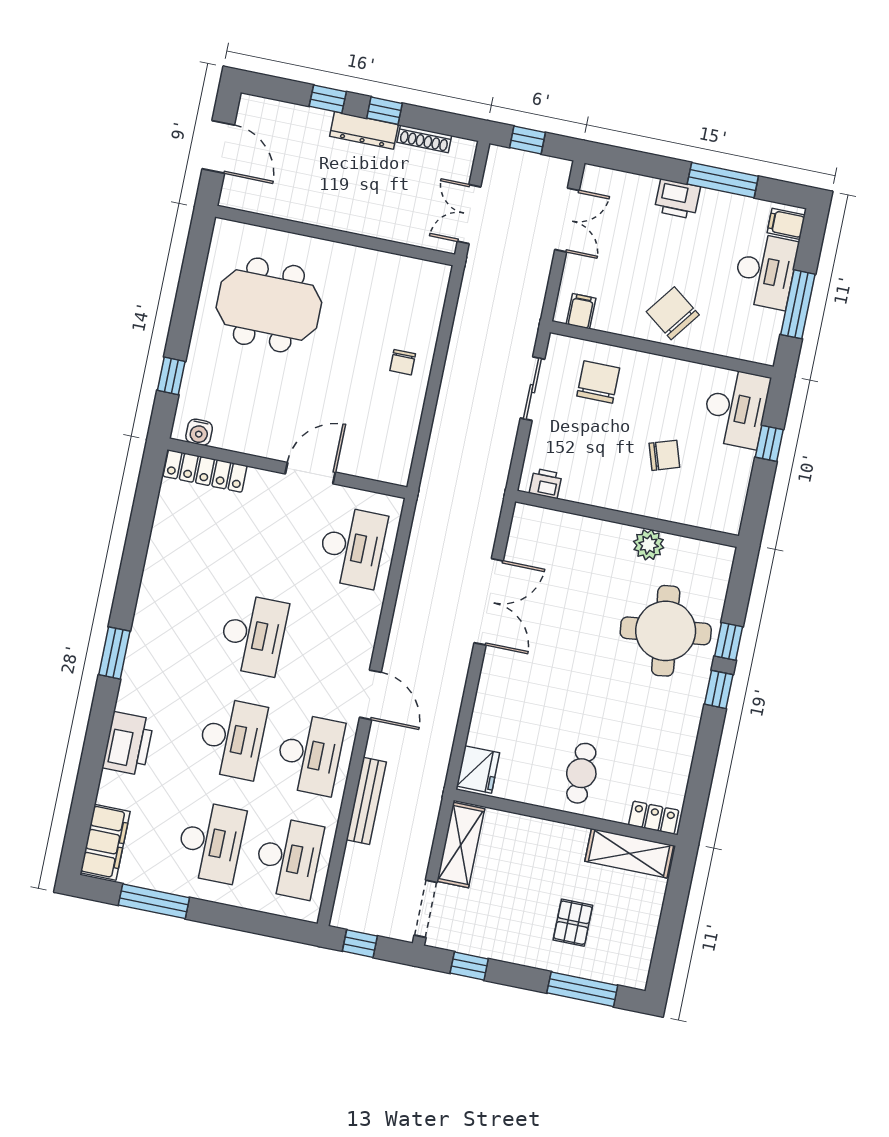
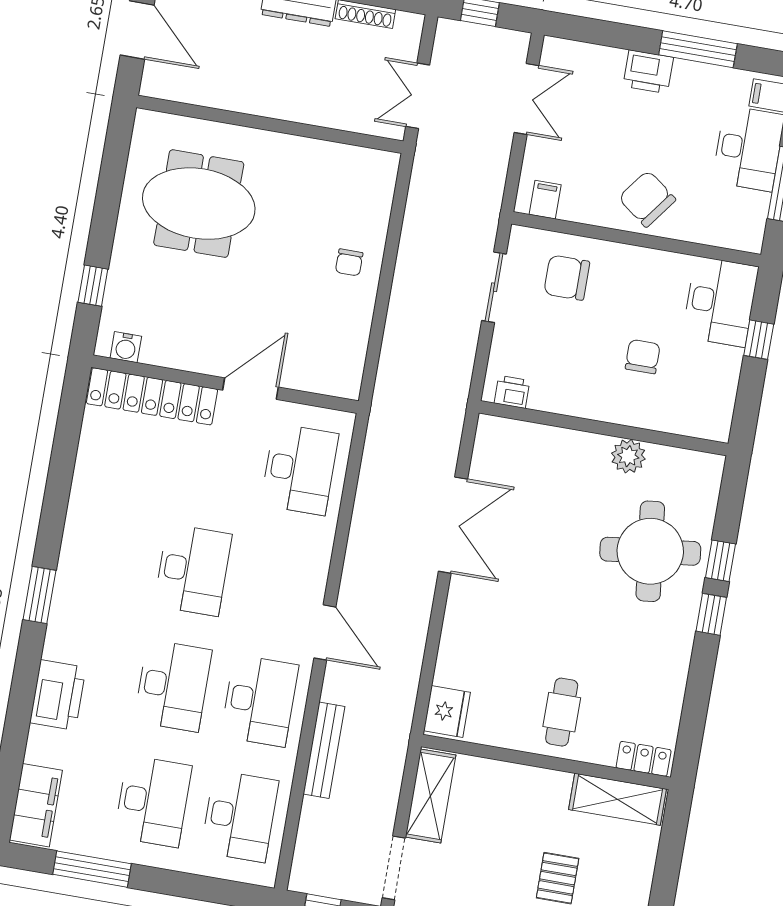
chair: (598, 382) -> (567, 278), turned -90
chair: (664, 455) -> (643, 357), turned -72
locker: (205, 471) -> (152, 396), width x1.41, depth x1.21

